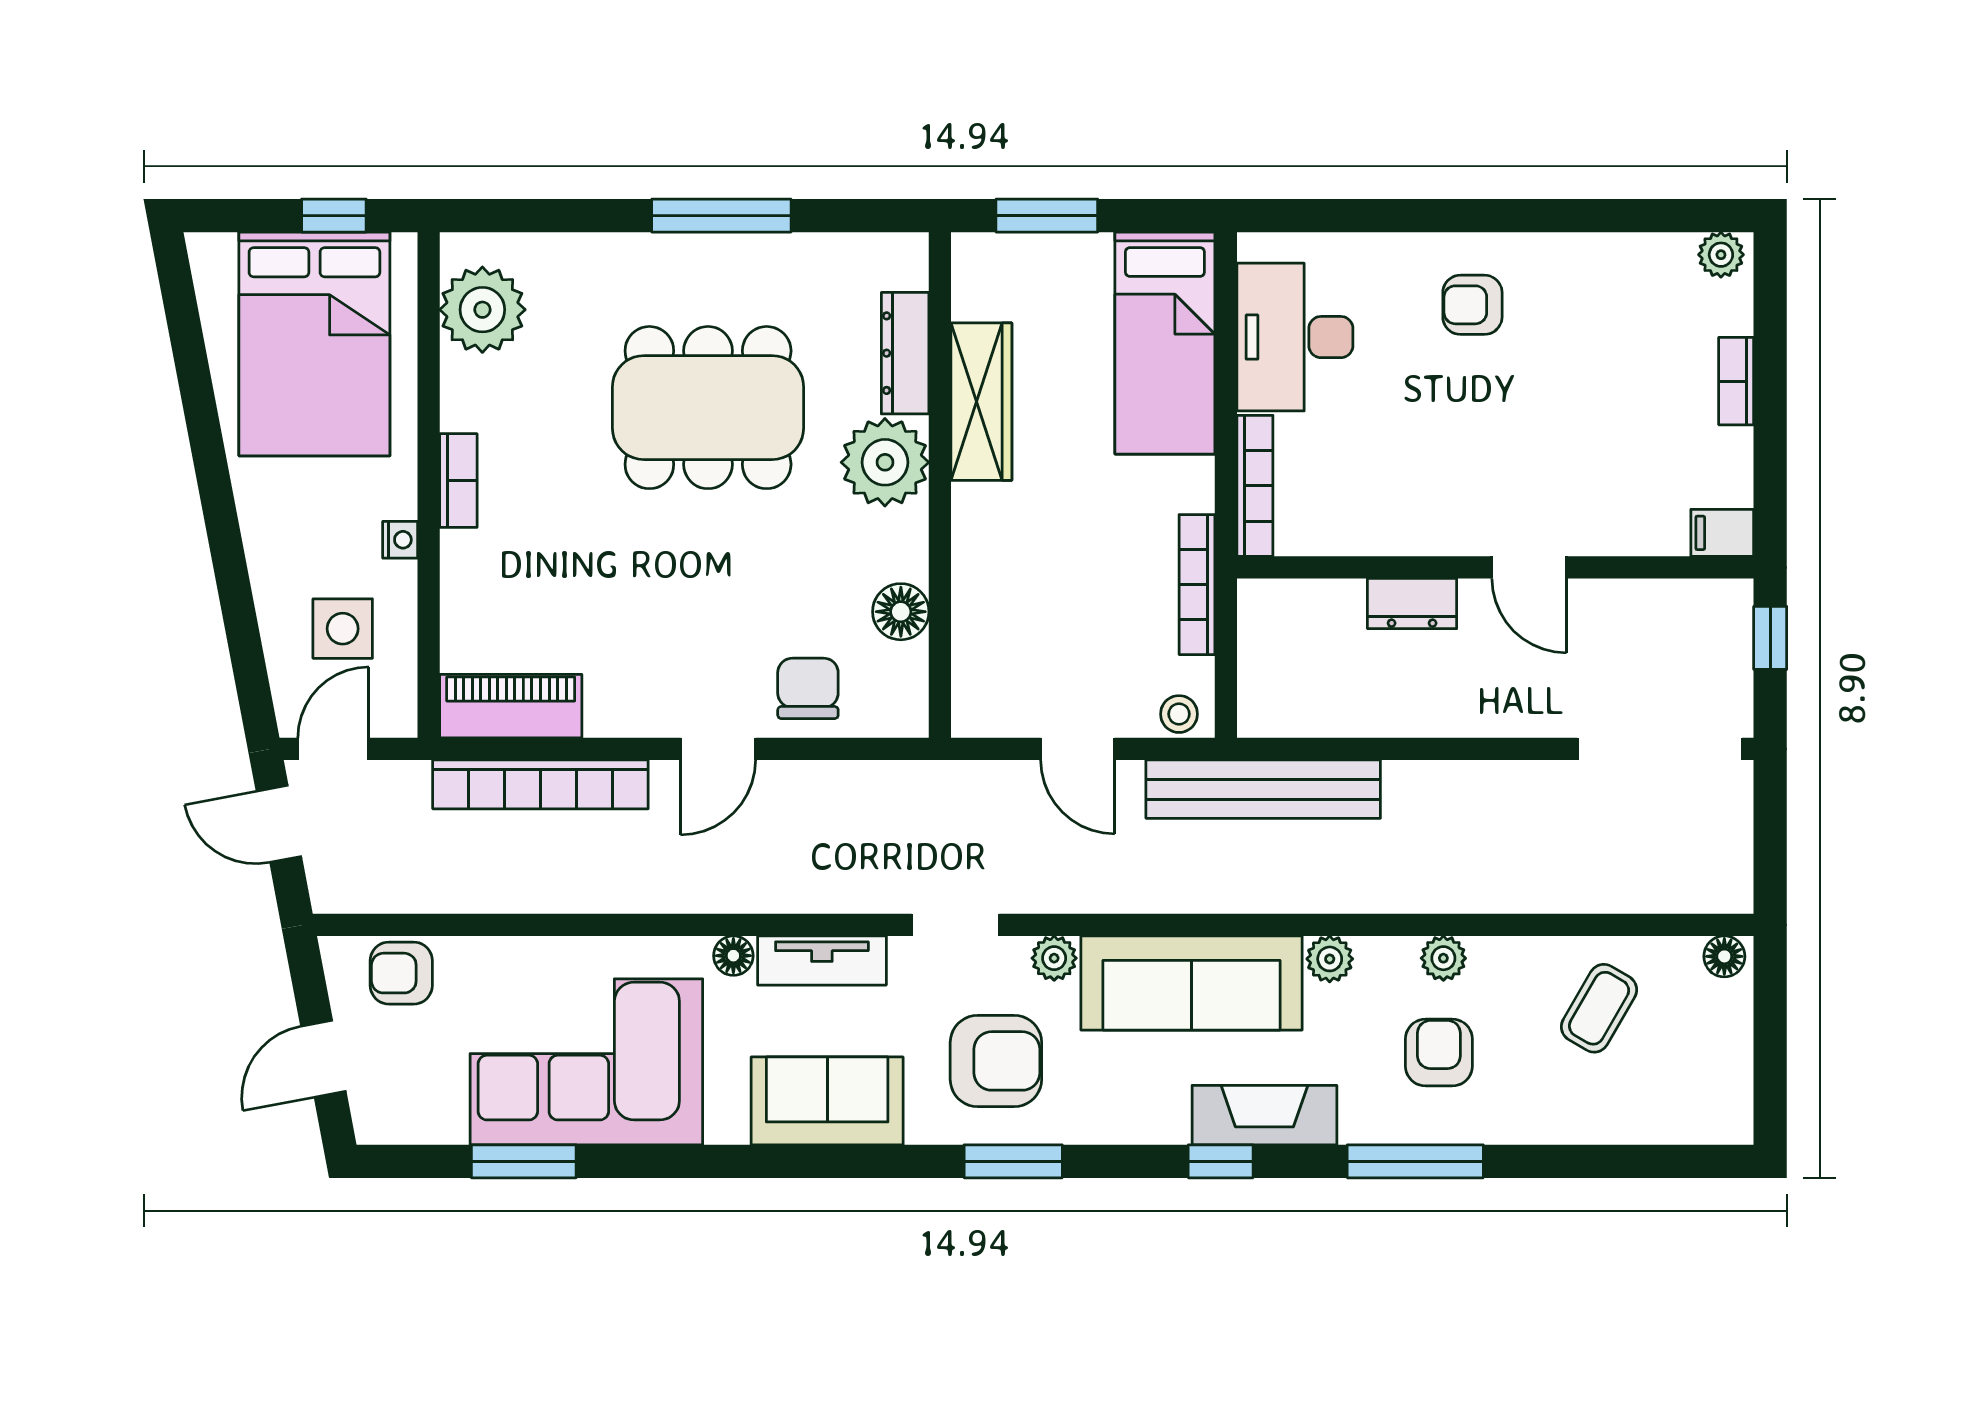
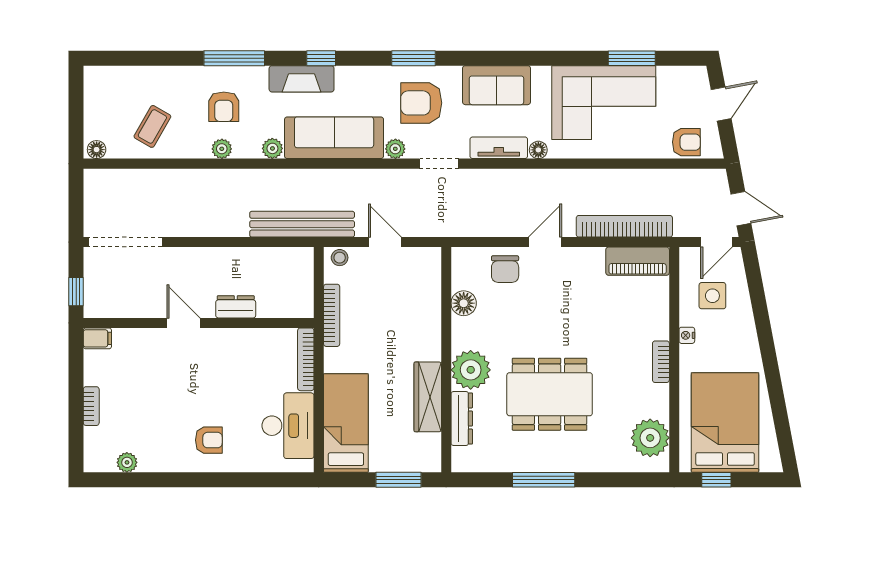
plant: (1721, 255) -> (127, 462), moved

